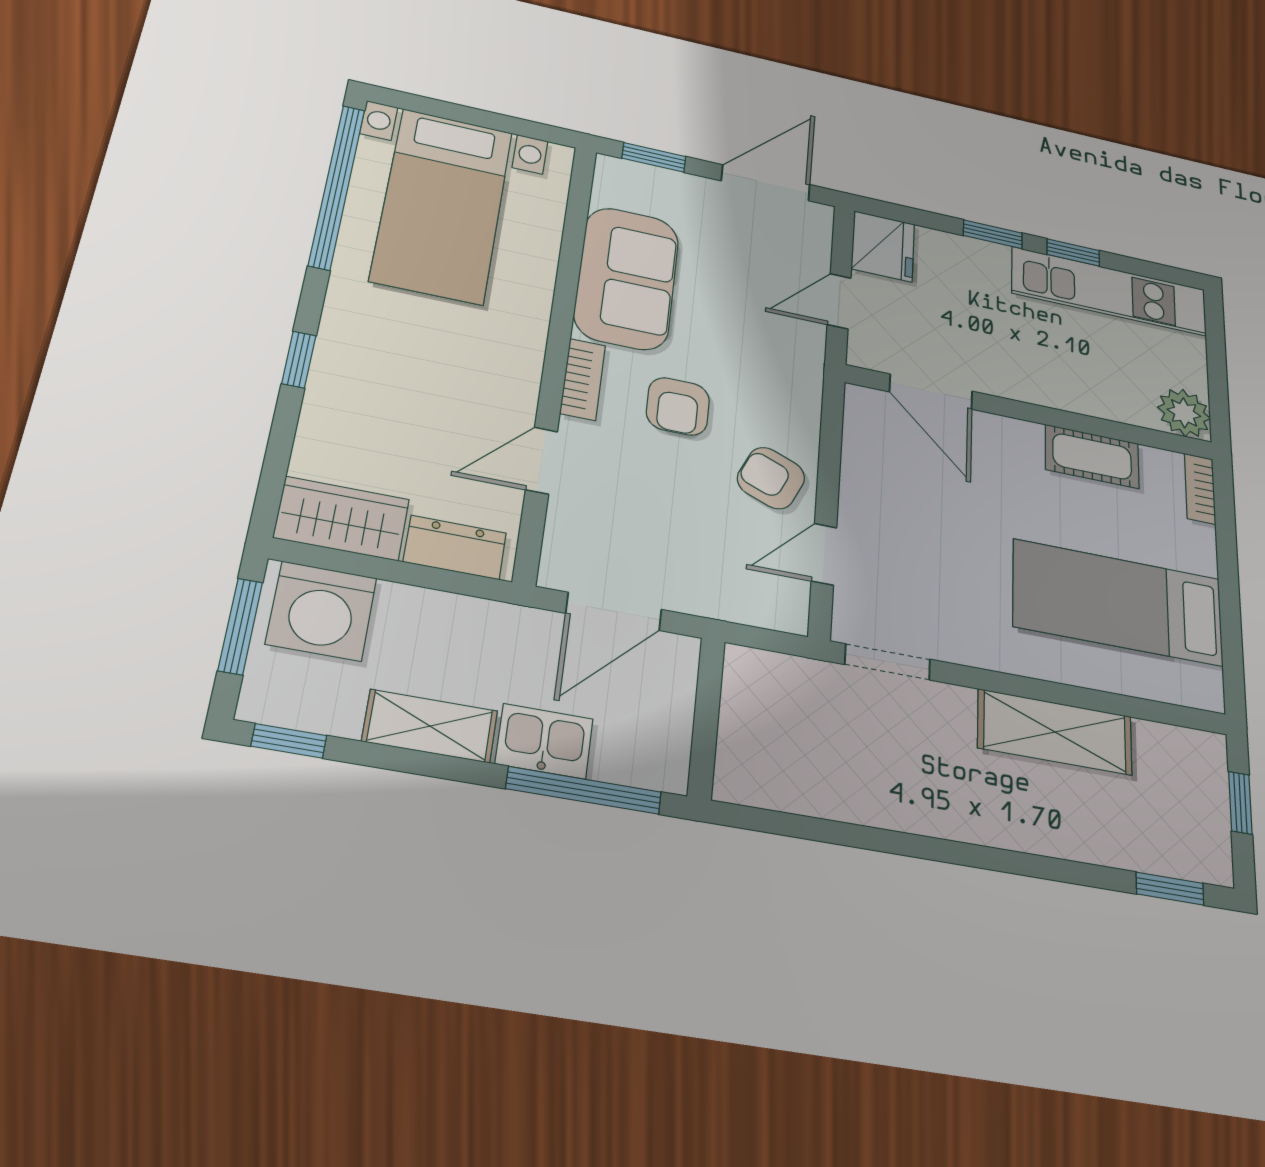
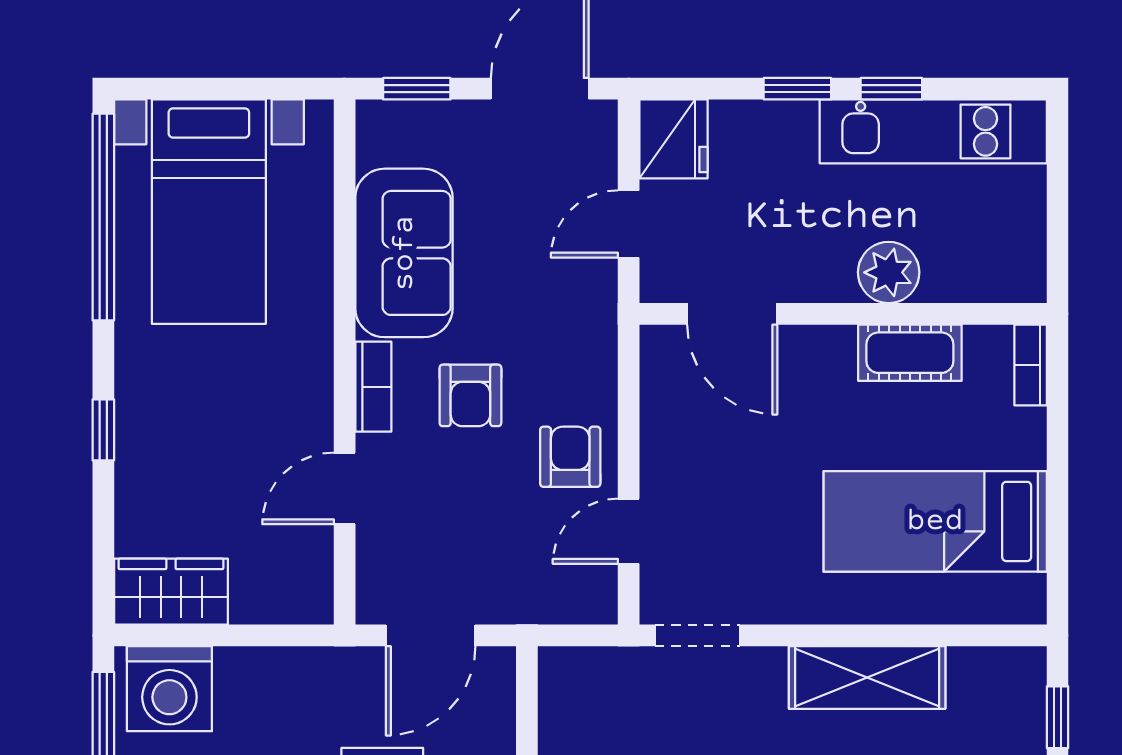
plant: (1184, 413) -> (889, 272), moved
armchair: (771, 478) -> (570, 457), turned 67
dresser: (455, 547) -> (277, 600), removed

